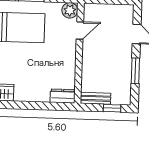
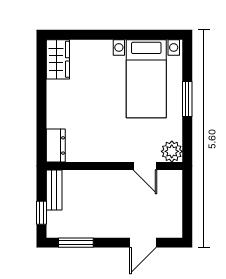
window: (135, 71) -> (76, 243), moved

